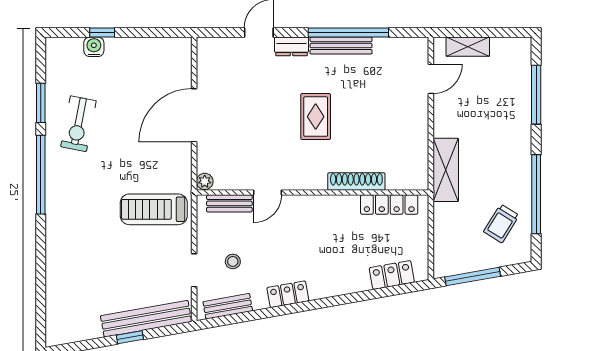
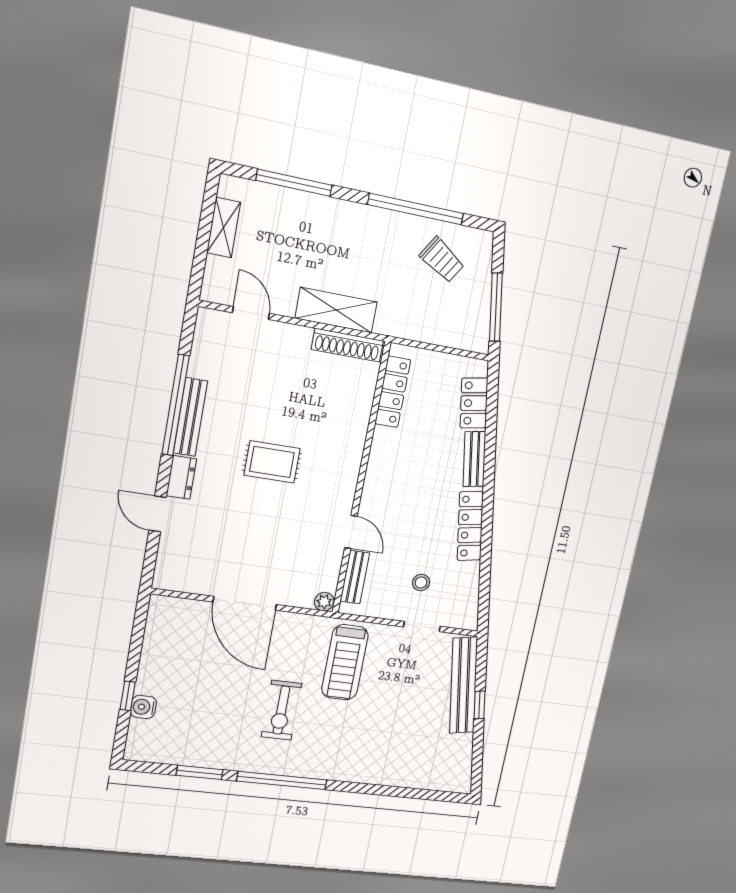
shelving: (468, 47) -> (224, 228), moved
exercise bike: (78, 124) -> (281, 710), moved, turned 79
shelving: (446, 170) -> (336, 310), moved
shoe rack: (356, 182) -> (347, 345), moved, turned -90
locker: (288, 294) -> (470, 526), width x1.53
bench: (228, 306) -> (474, 459), moved

